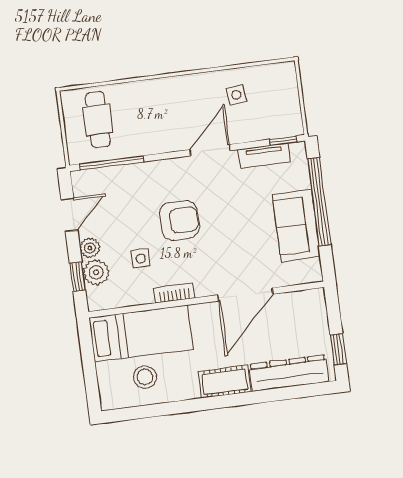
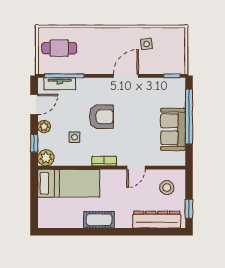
cafe table: (98, 120) -> (59, 48), turned 90
tv unit: (264, 156) -> (60, 84), moved
plant: (96, 272) -> (46, 158), moved
bookcase: (174, 293) -> (104, 161), moved
door: (245, 295) -> (136, 168), width x0.53
stool: (145, 377) -> (167, 188), moved
cot: (225, 382) -> (99, 220), moved

